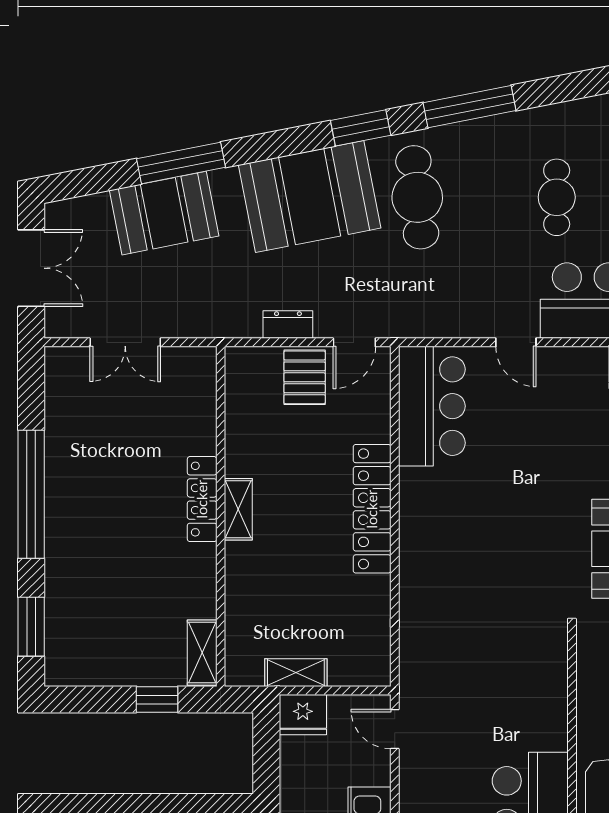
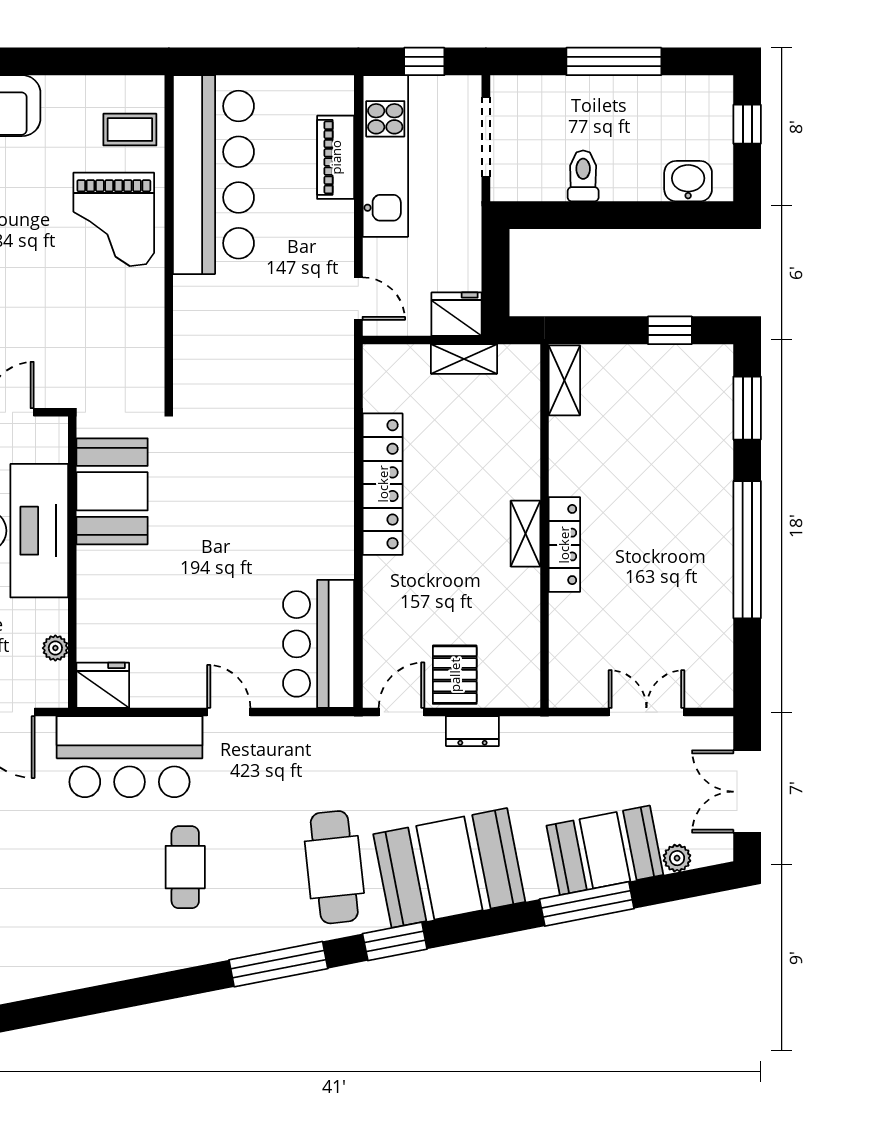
plant: (97, 206) -> (677, 858), added
locker: (372, 509) -> (383, 484), moved
window: (157, 699) -> (670, 330), moved

